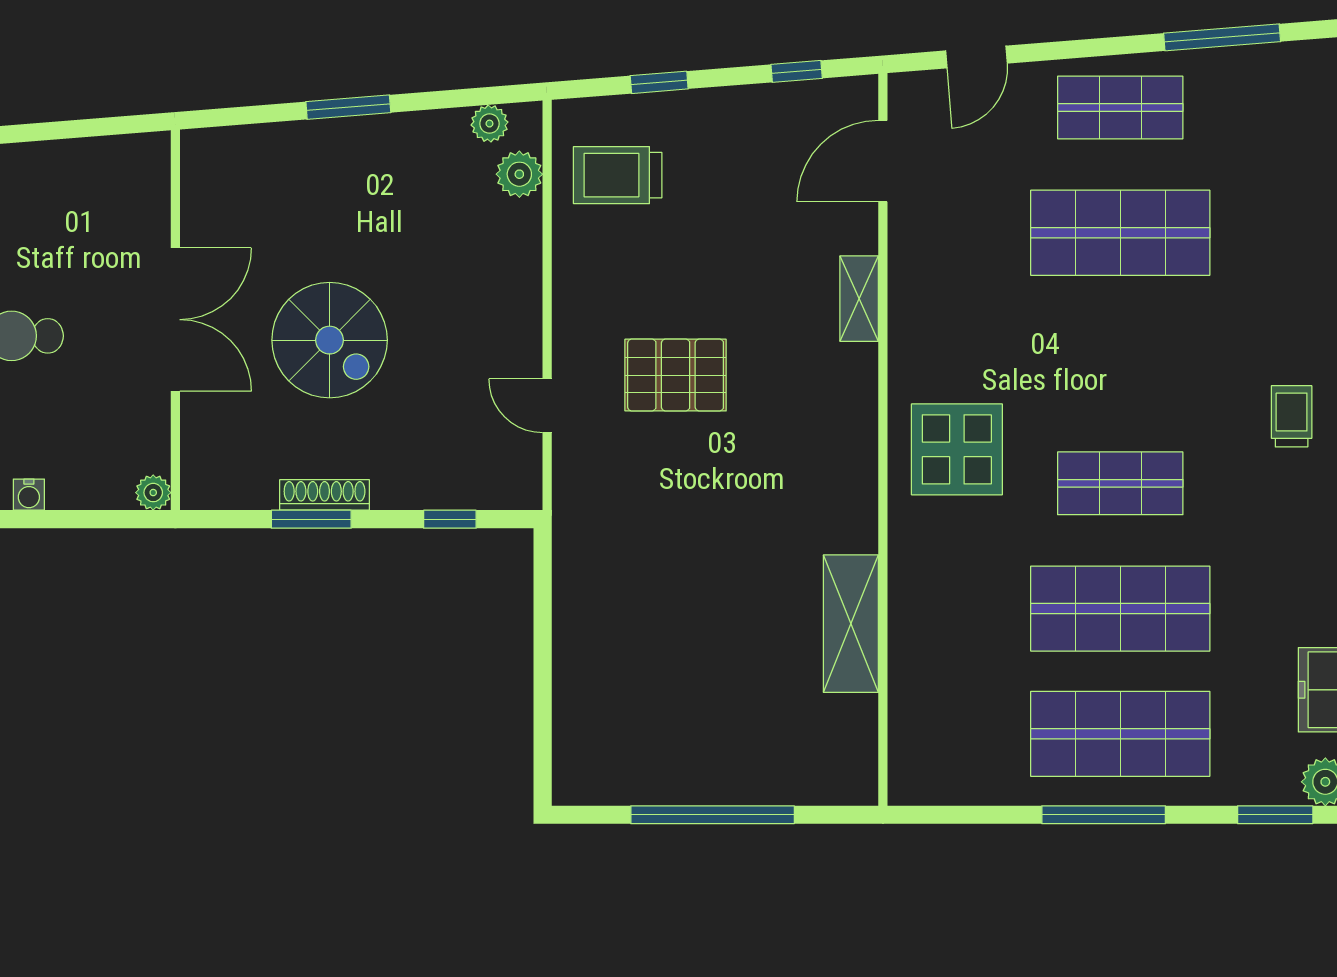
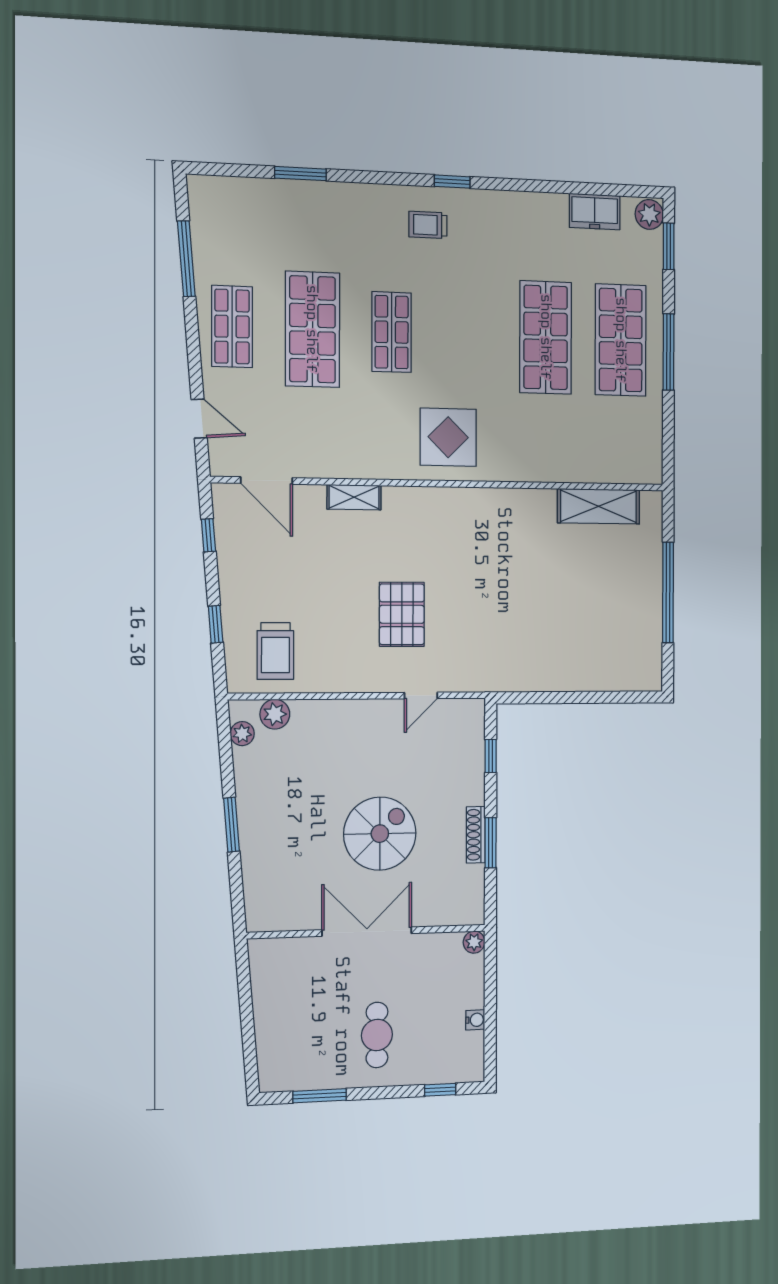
shop shelf: (1120, 483) -> (392, 332), moved
shelving: (851, 624) -> (599, 506), moved

